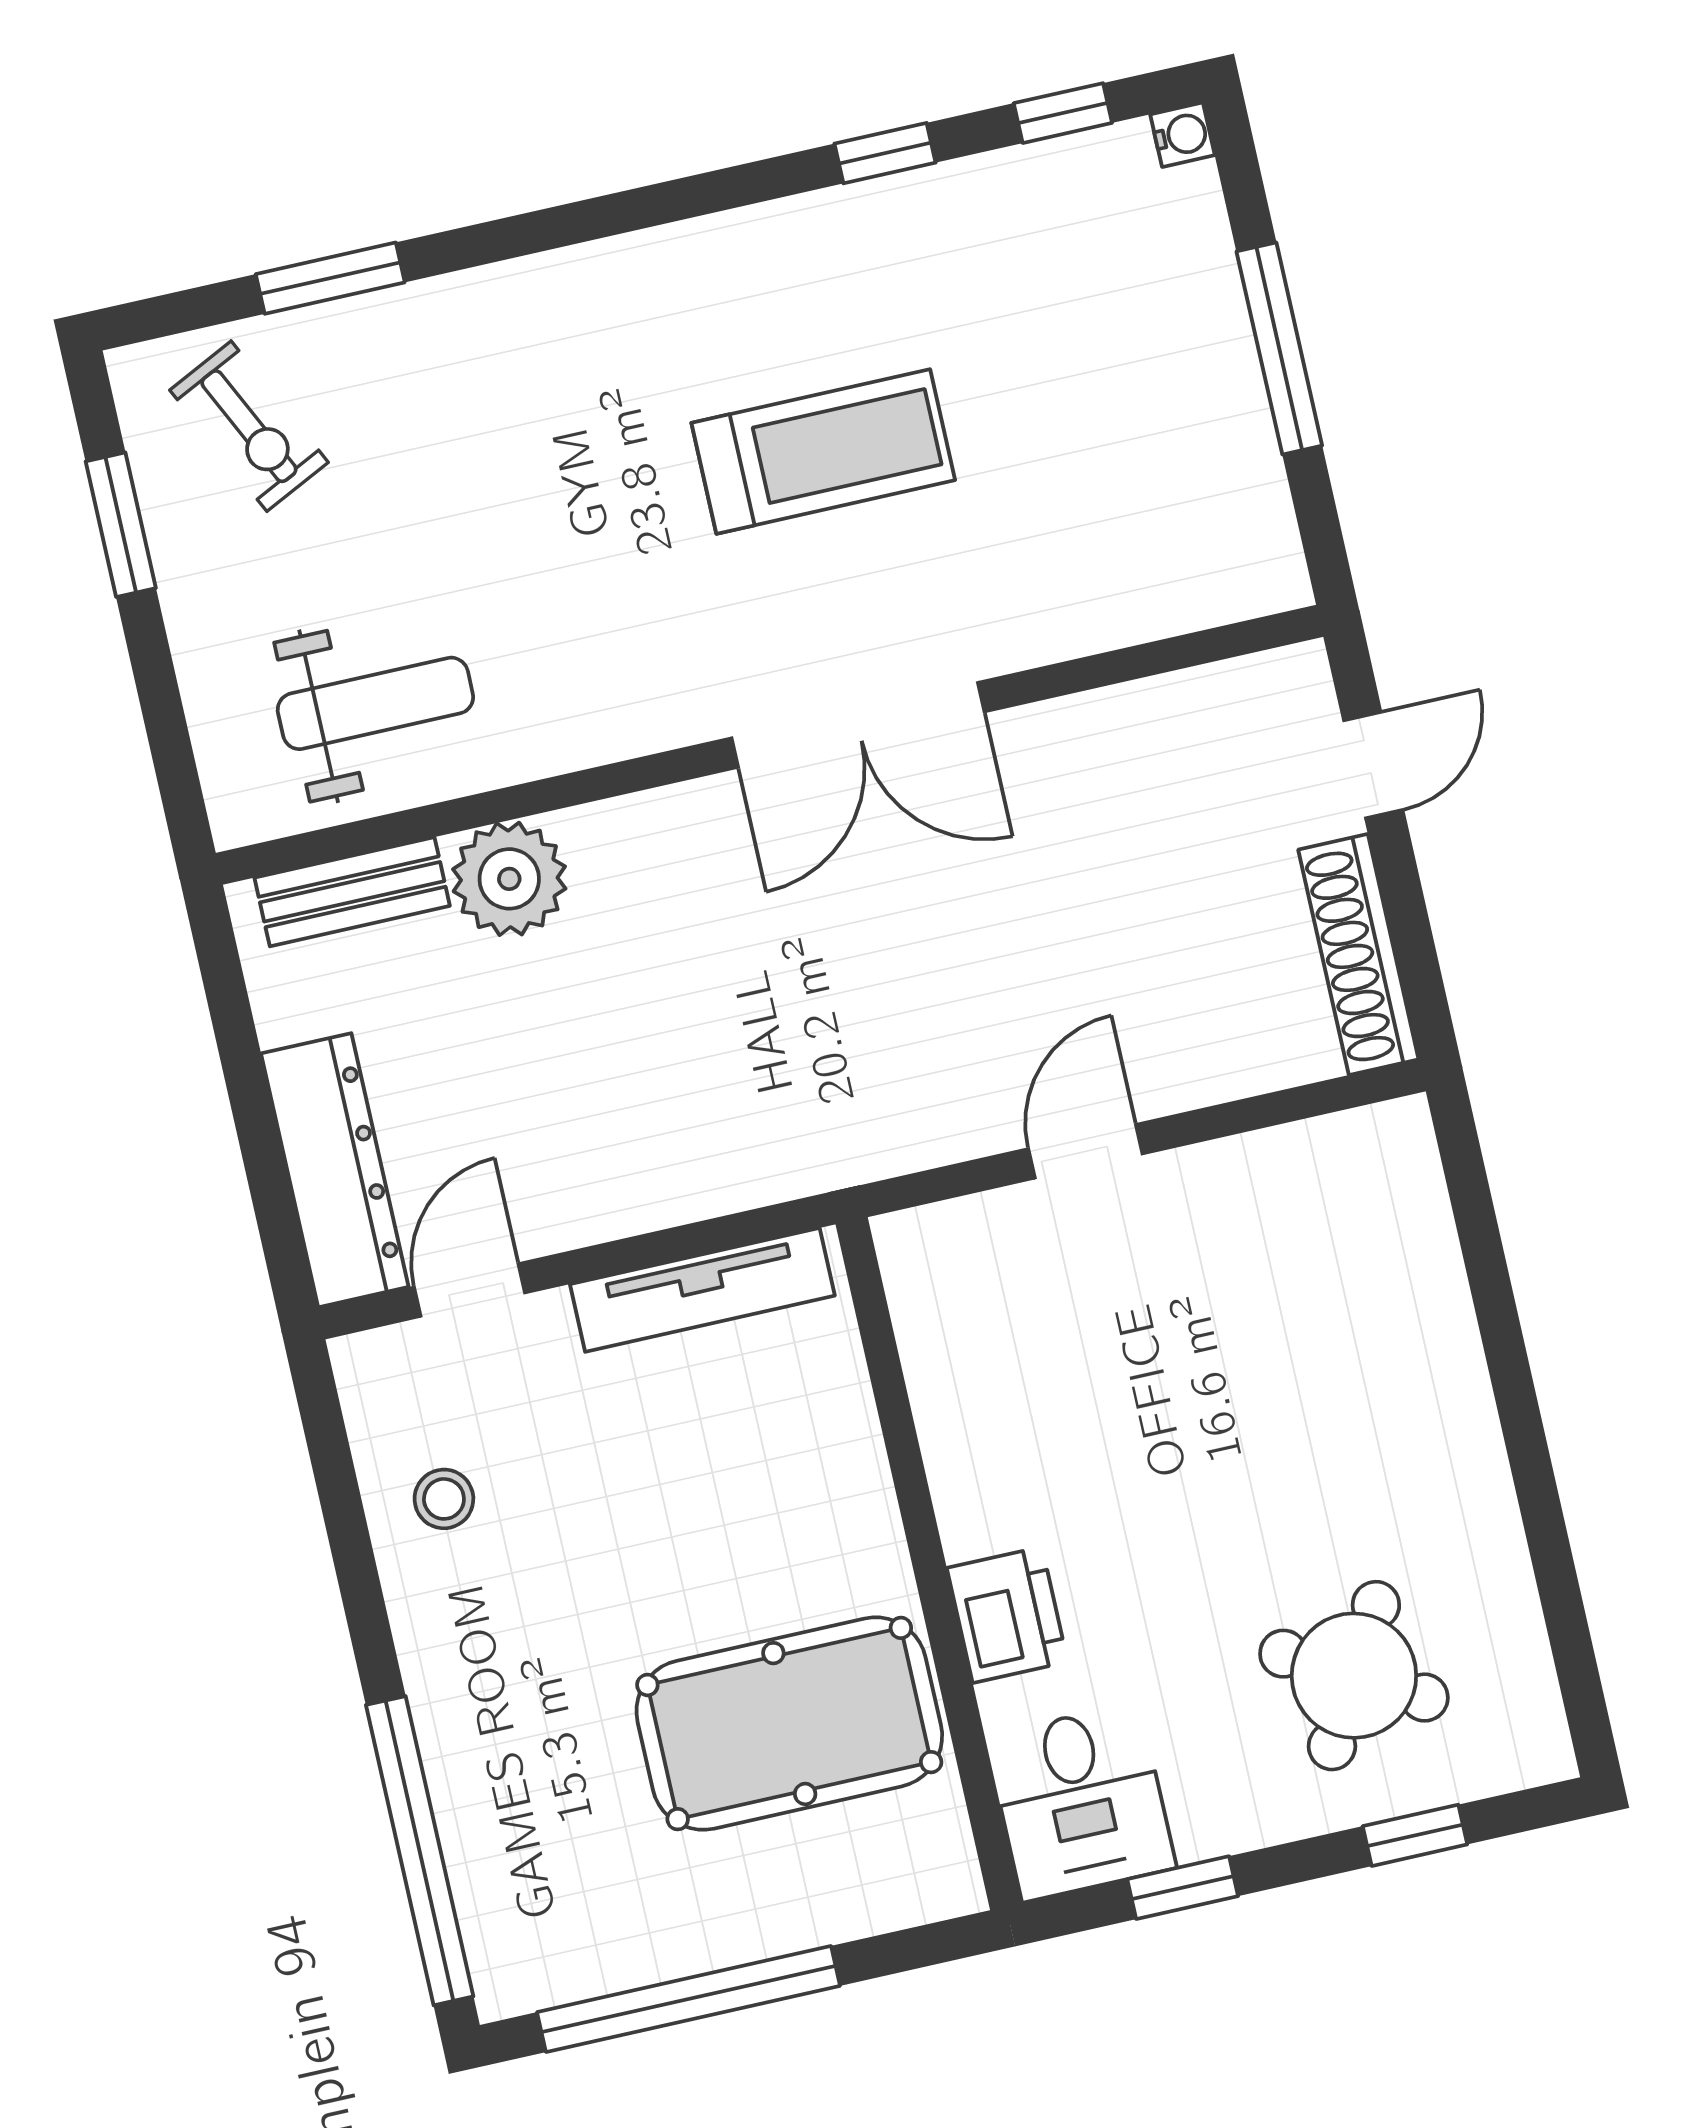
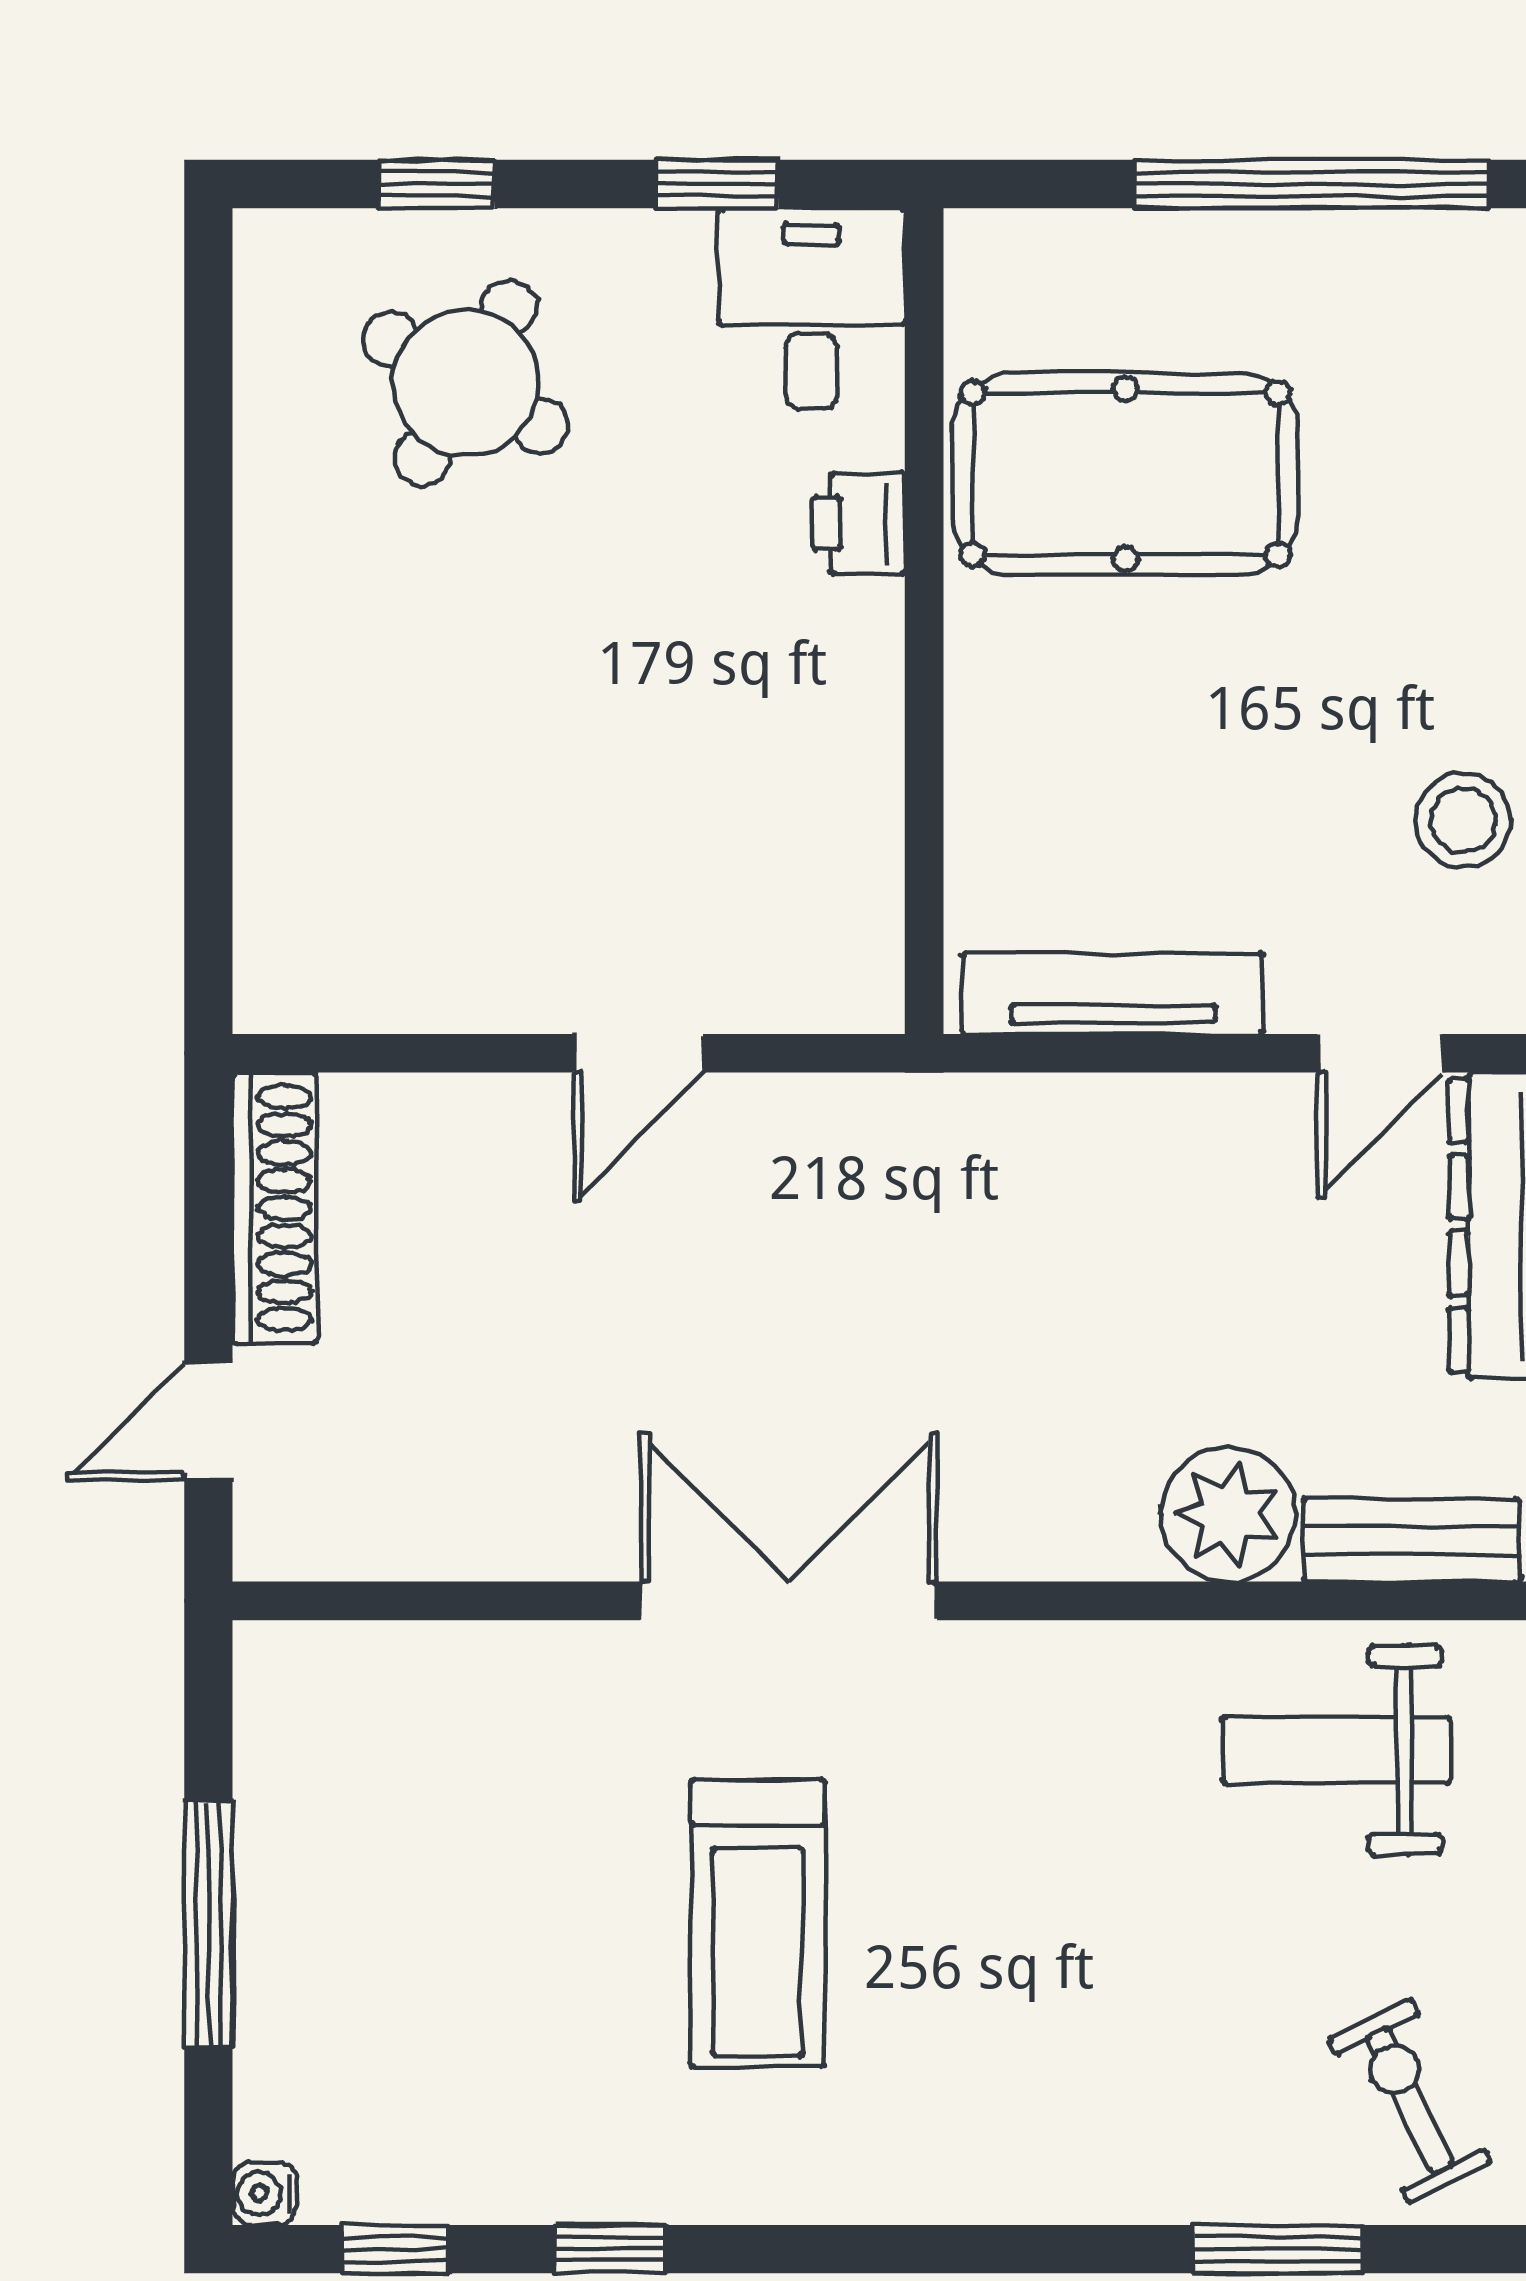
treadmill: (823, 451) -> (758, 1923), turned -90
stool: (444, 1499) -> (1463, 820), width x1.37, depth x1.37
printer: (1007, 1615) -> (859, 524), width x0.73, depth x0.81

